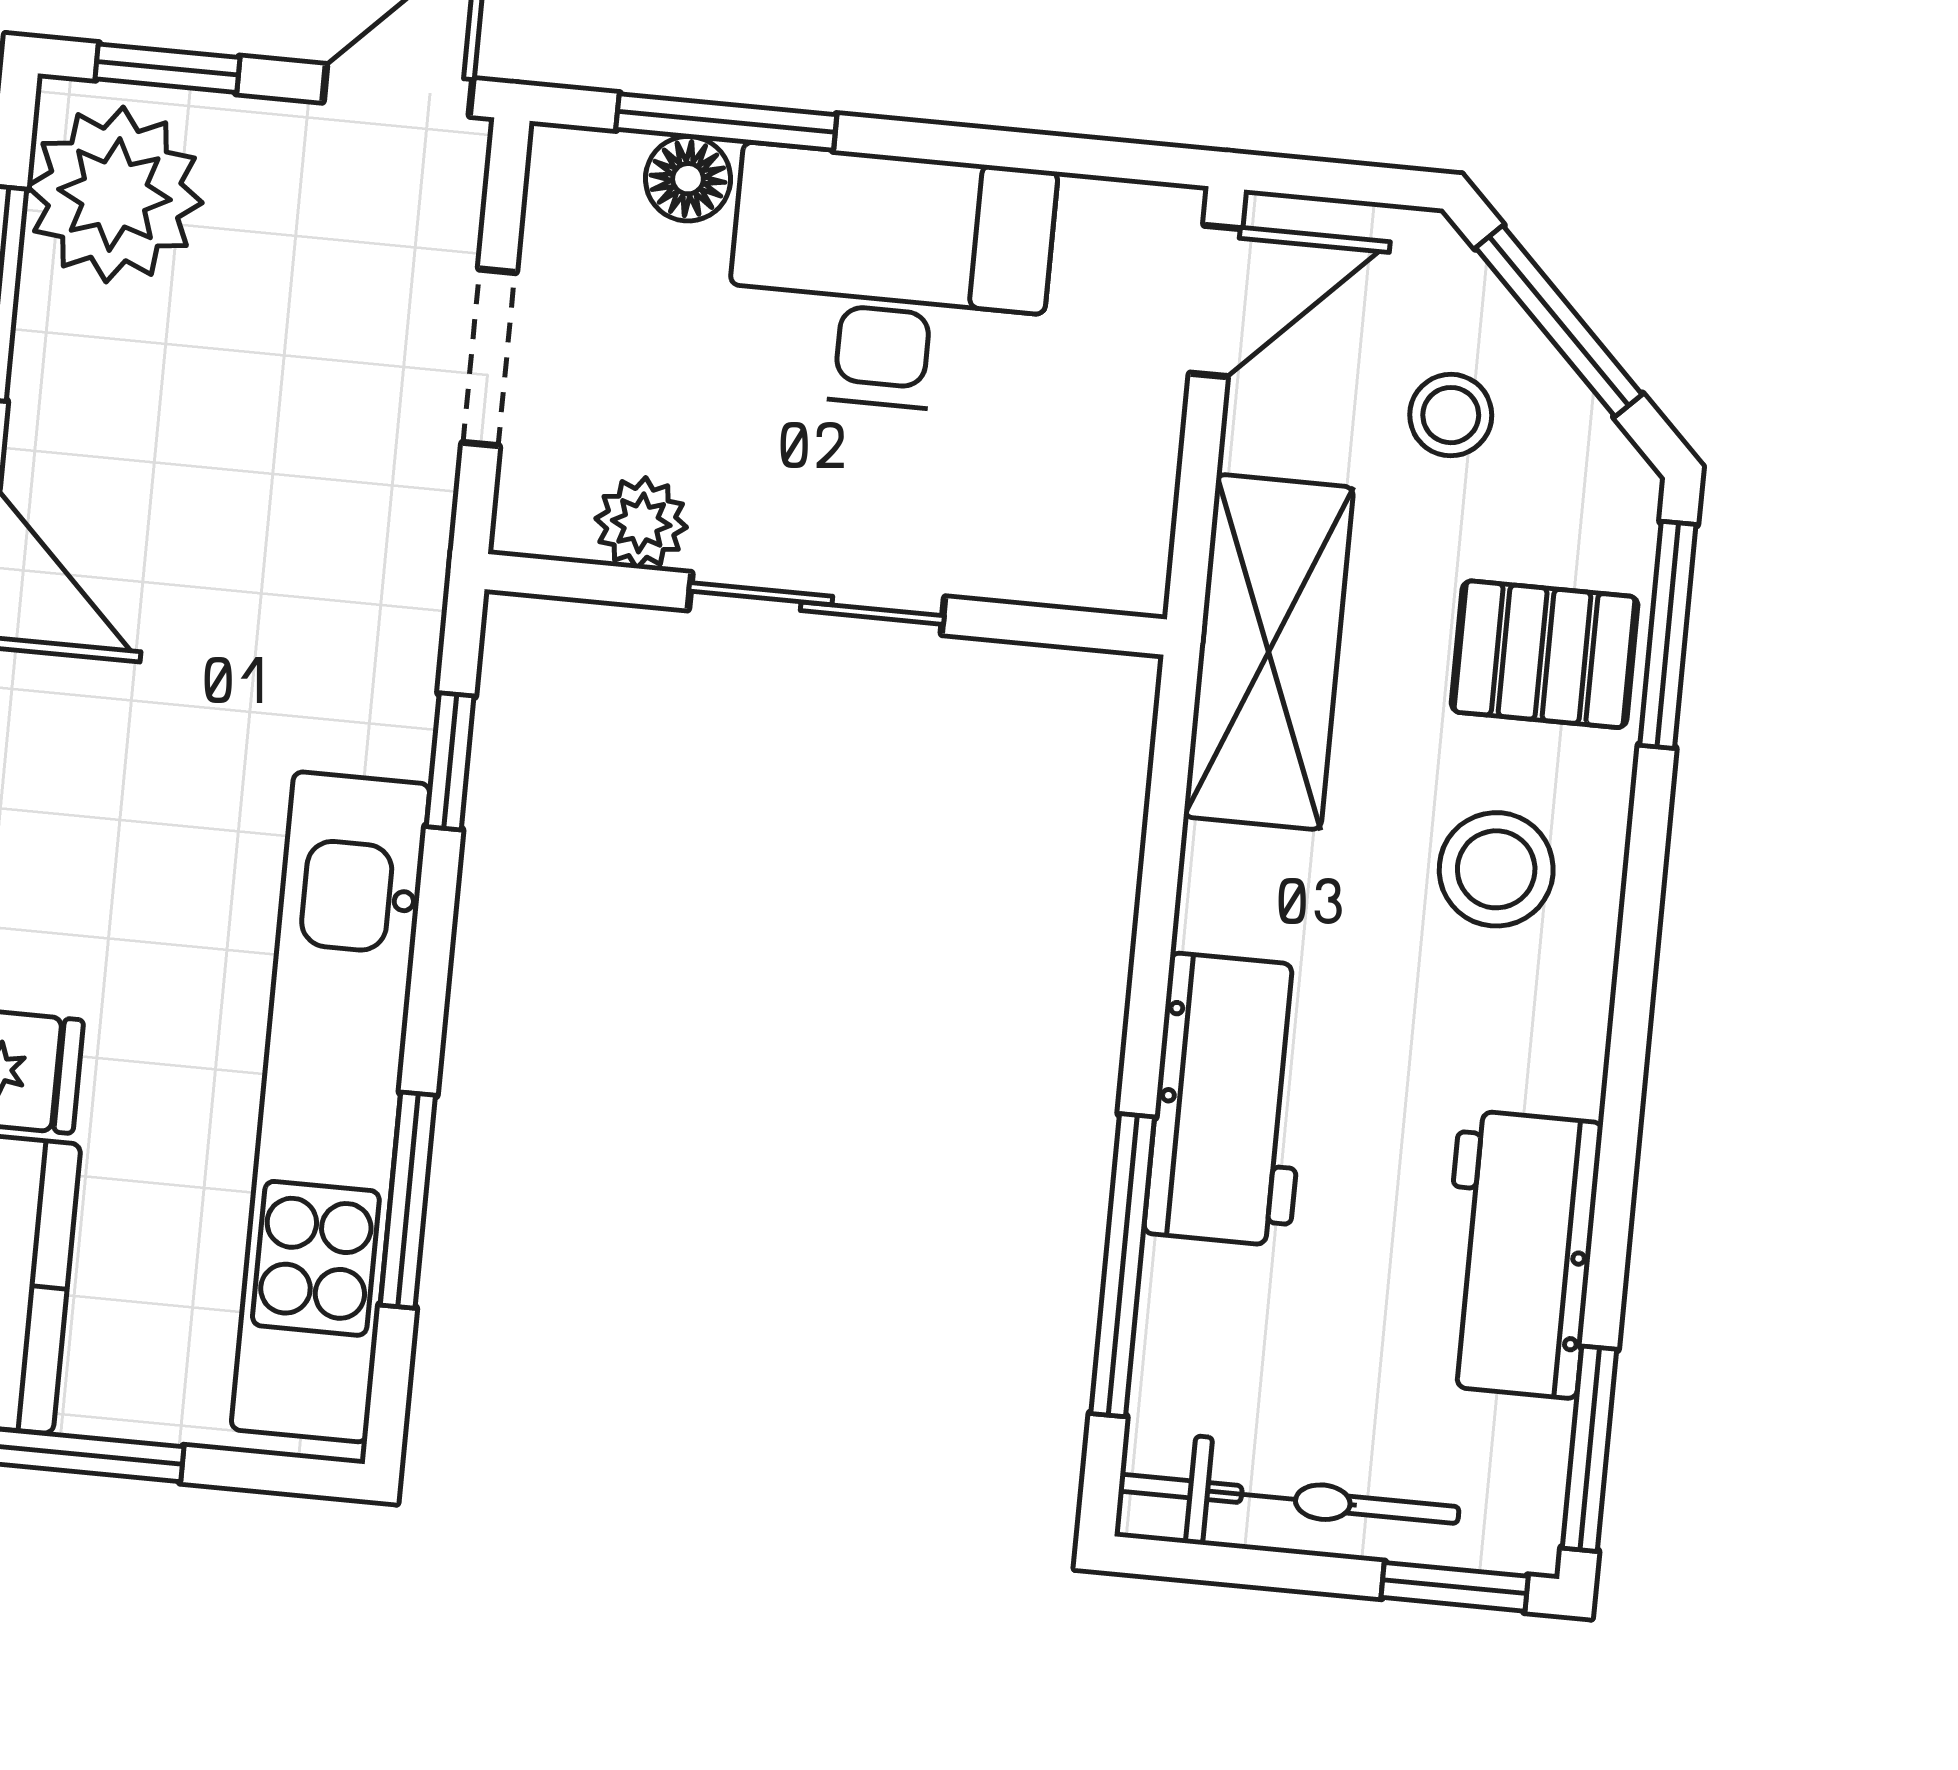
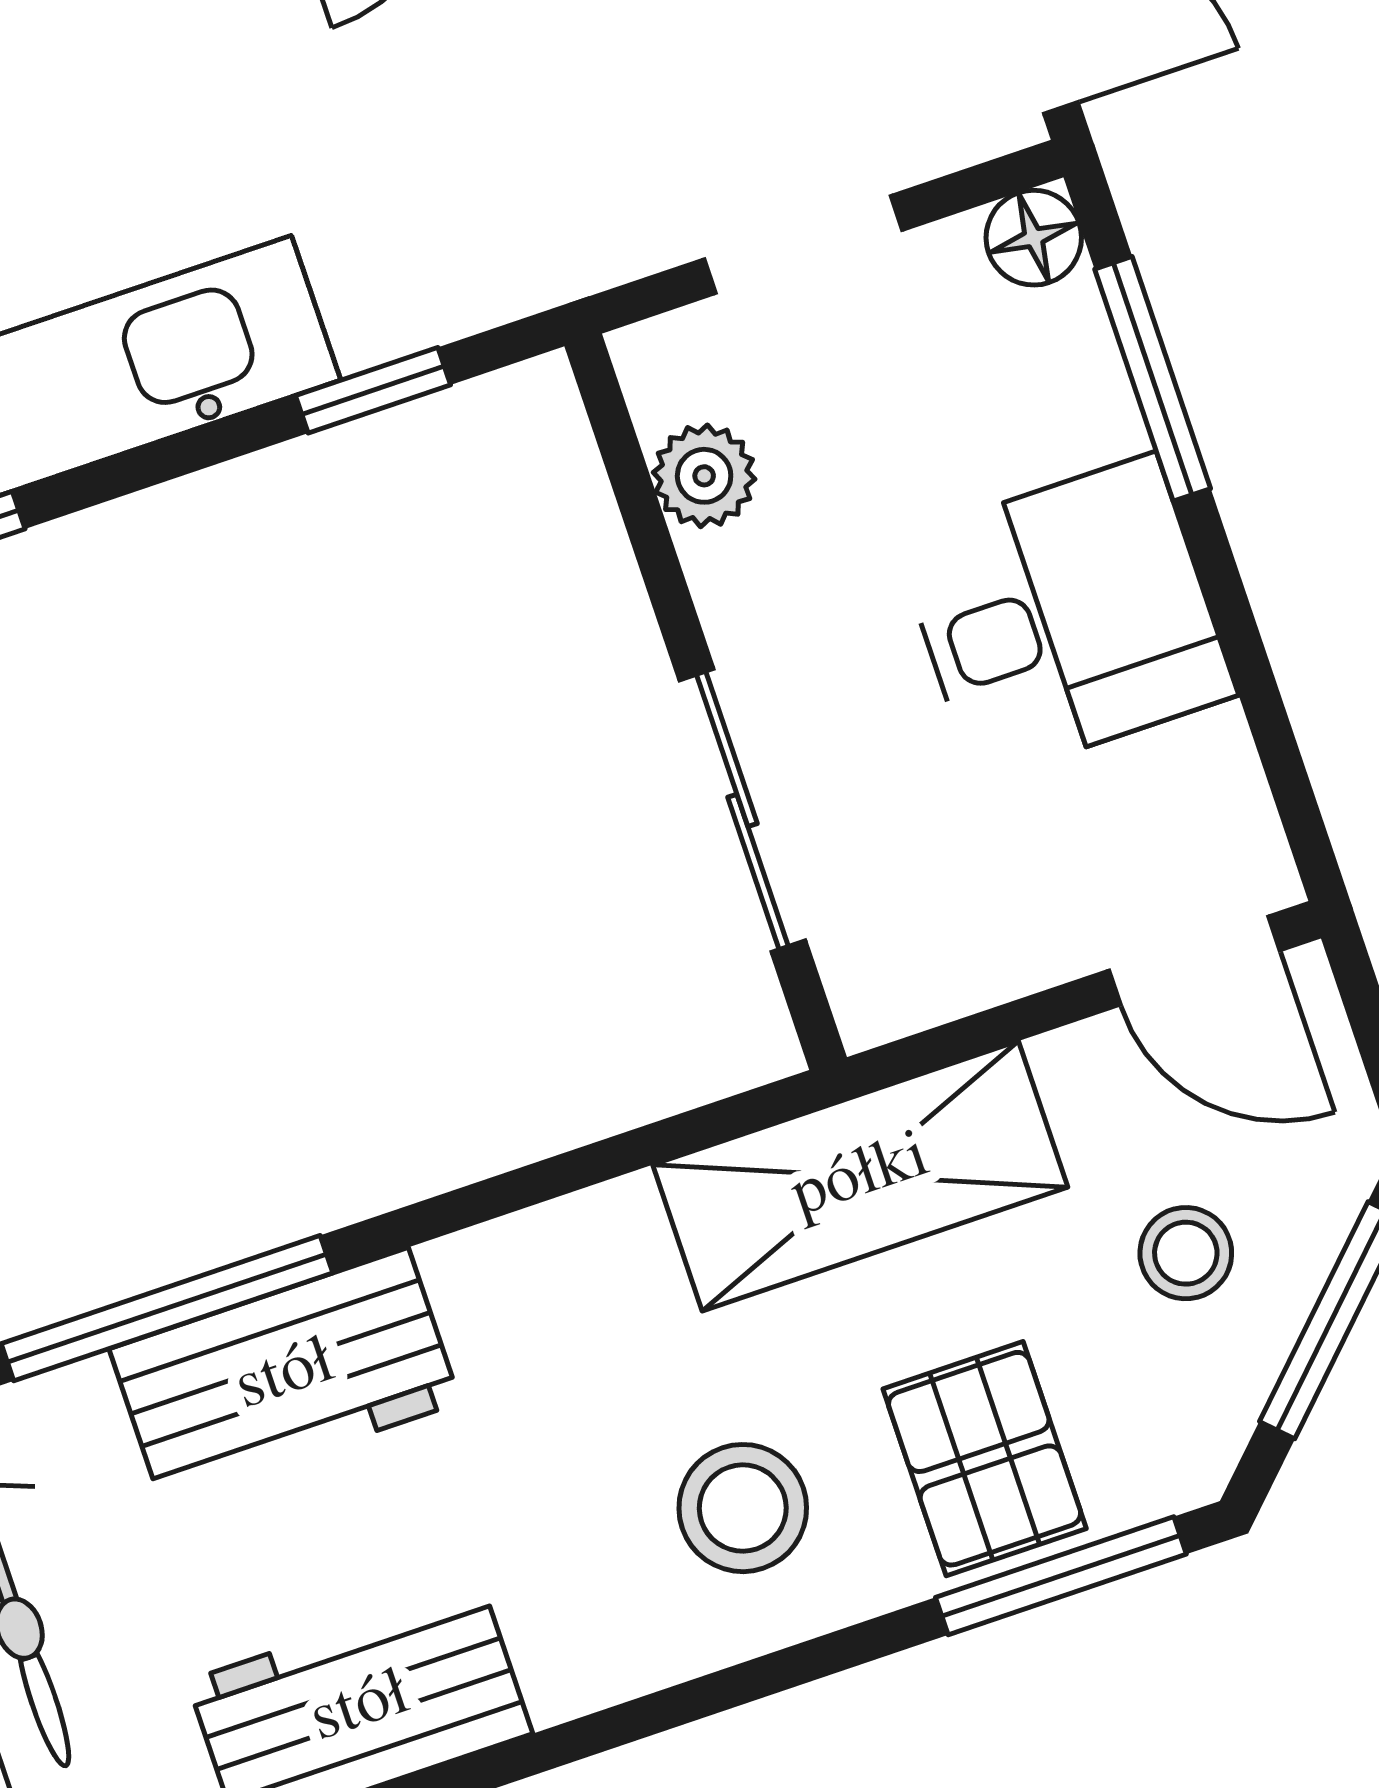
floor lamp: (688, 179) -> (1034, 238), moved
desk: (889, 280) -> (1066, 618), width x0.73
sliding door: (817, 603) -> (742, 810), moved
workbench: (1230, 1100) -> (285, 1375), moved

